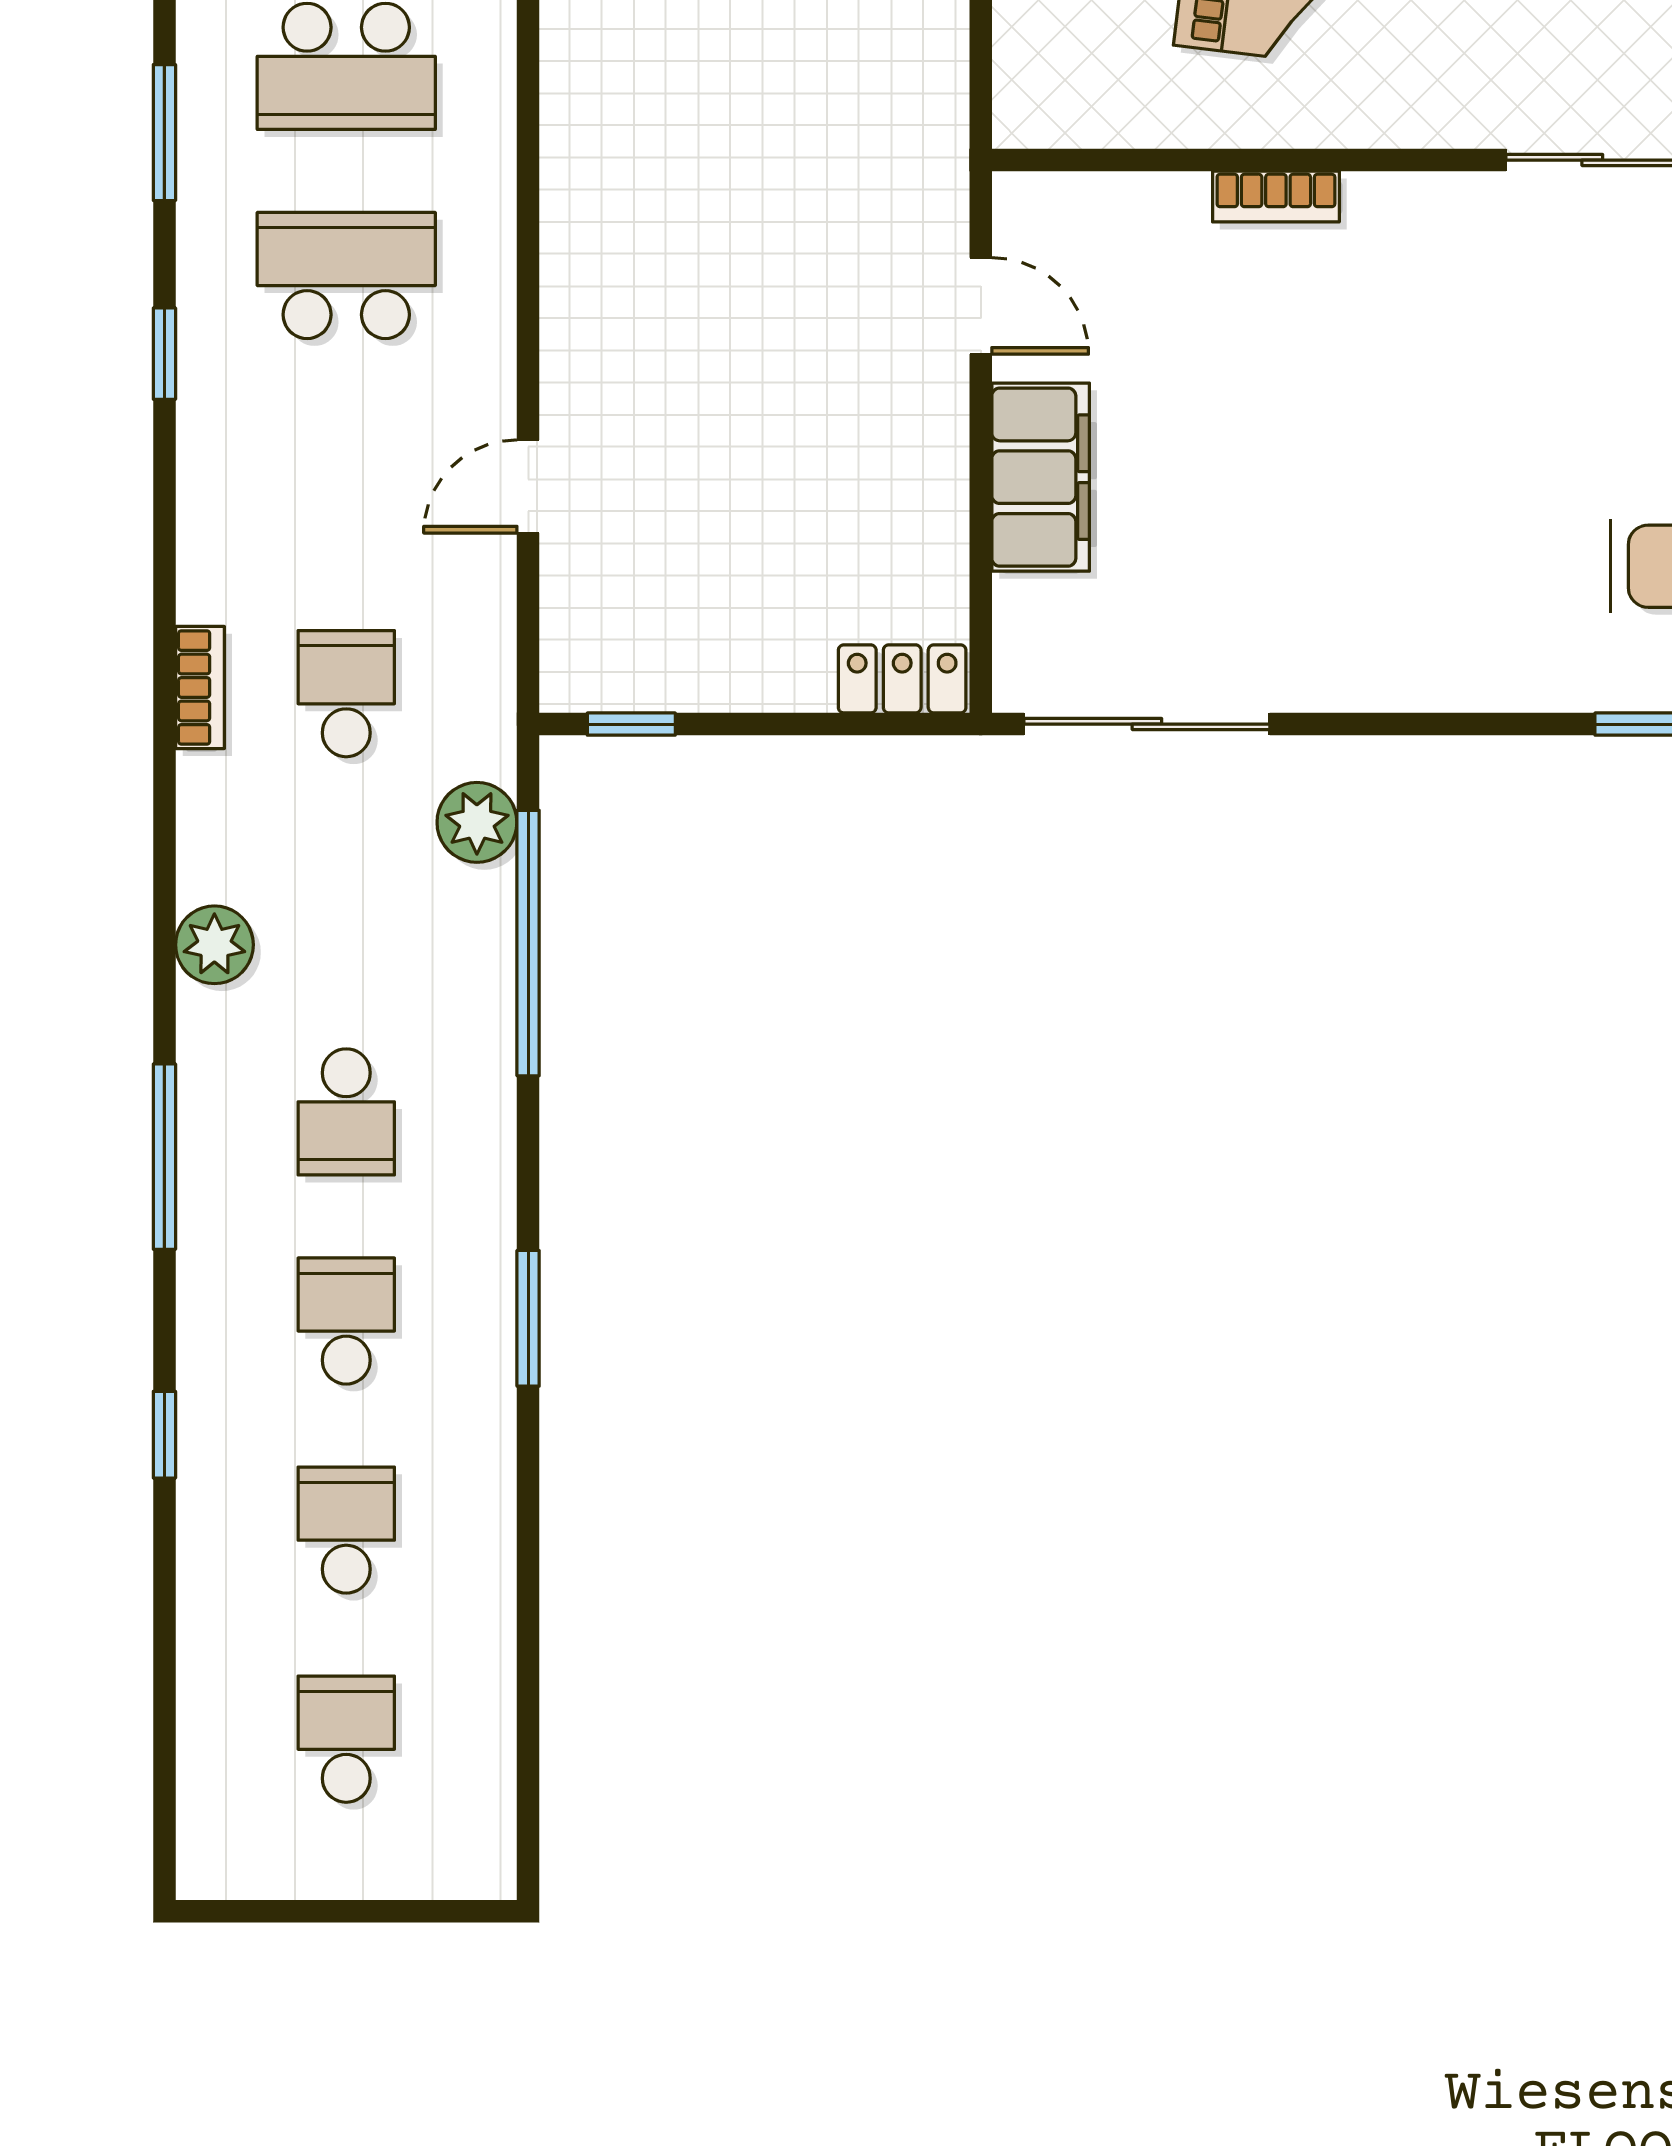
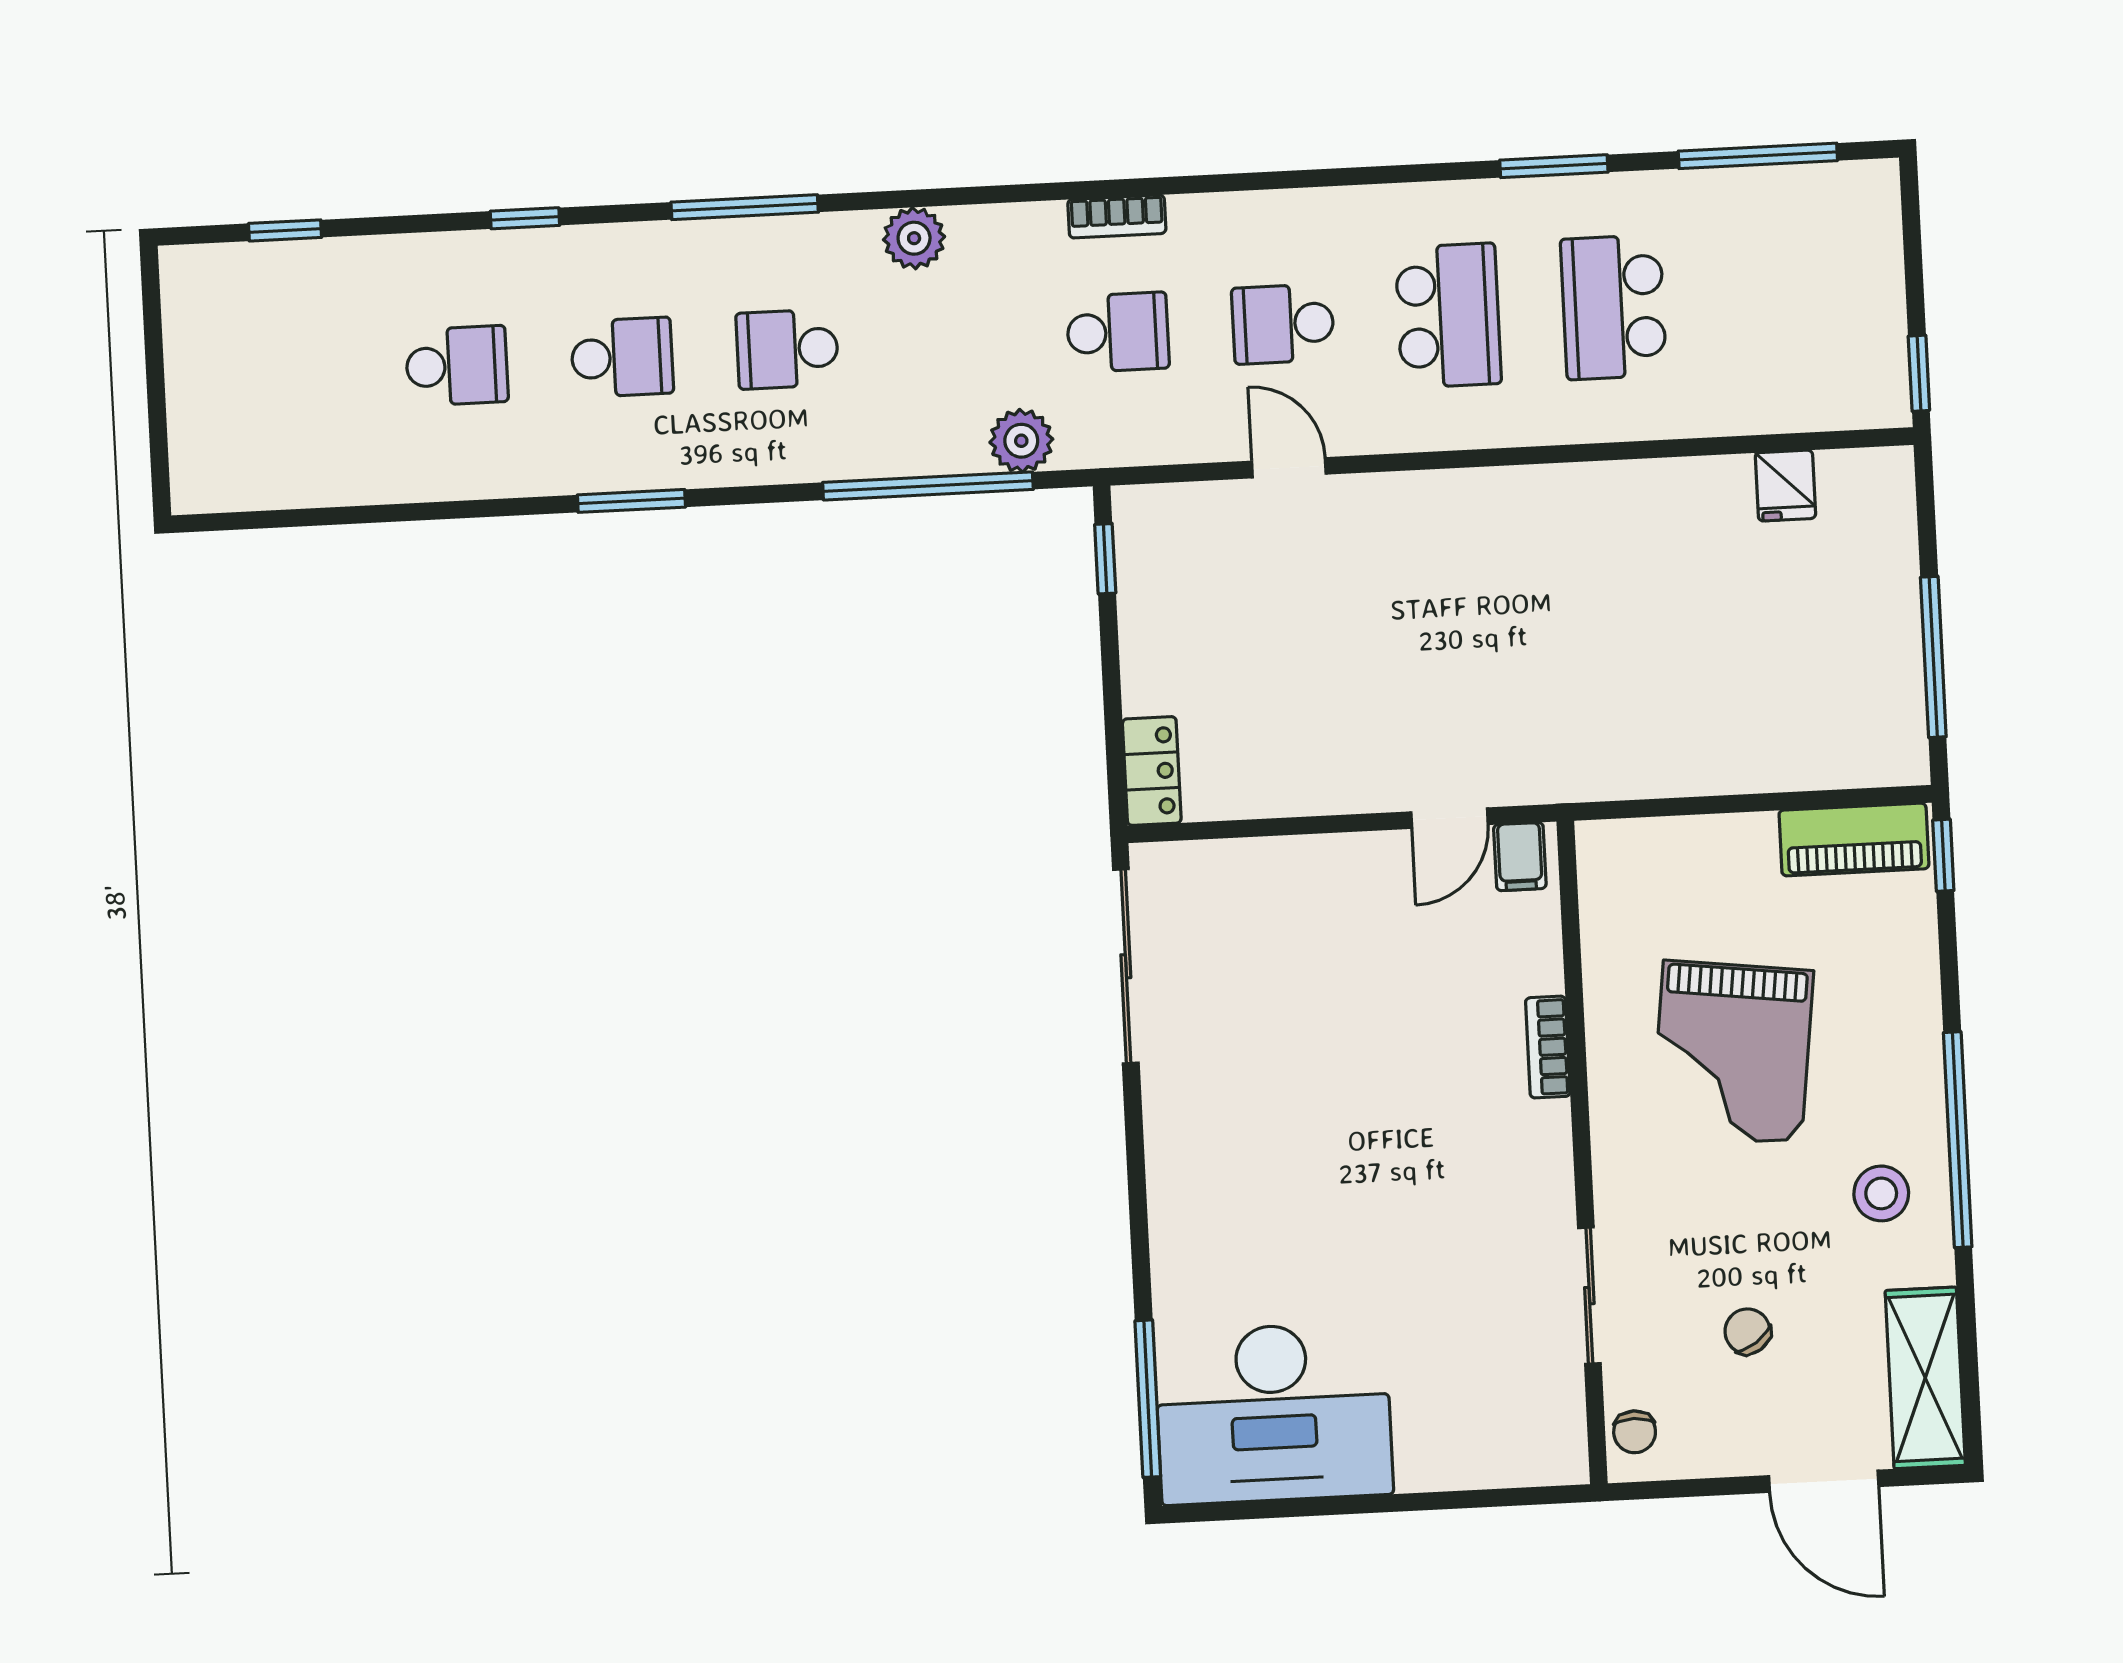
window: (164, 354) -> (285, 230), moved
filing cabinet: (1041, 477) -> (1520, 857), moved, width x0.33, depth x0.86
school desk: (346, 1739) -> (1283, 324), moved, turned 180

